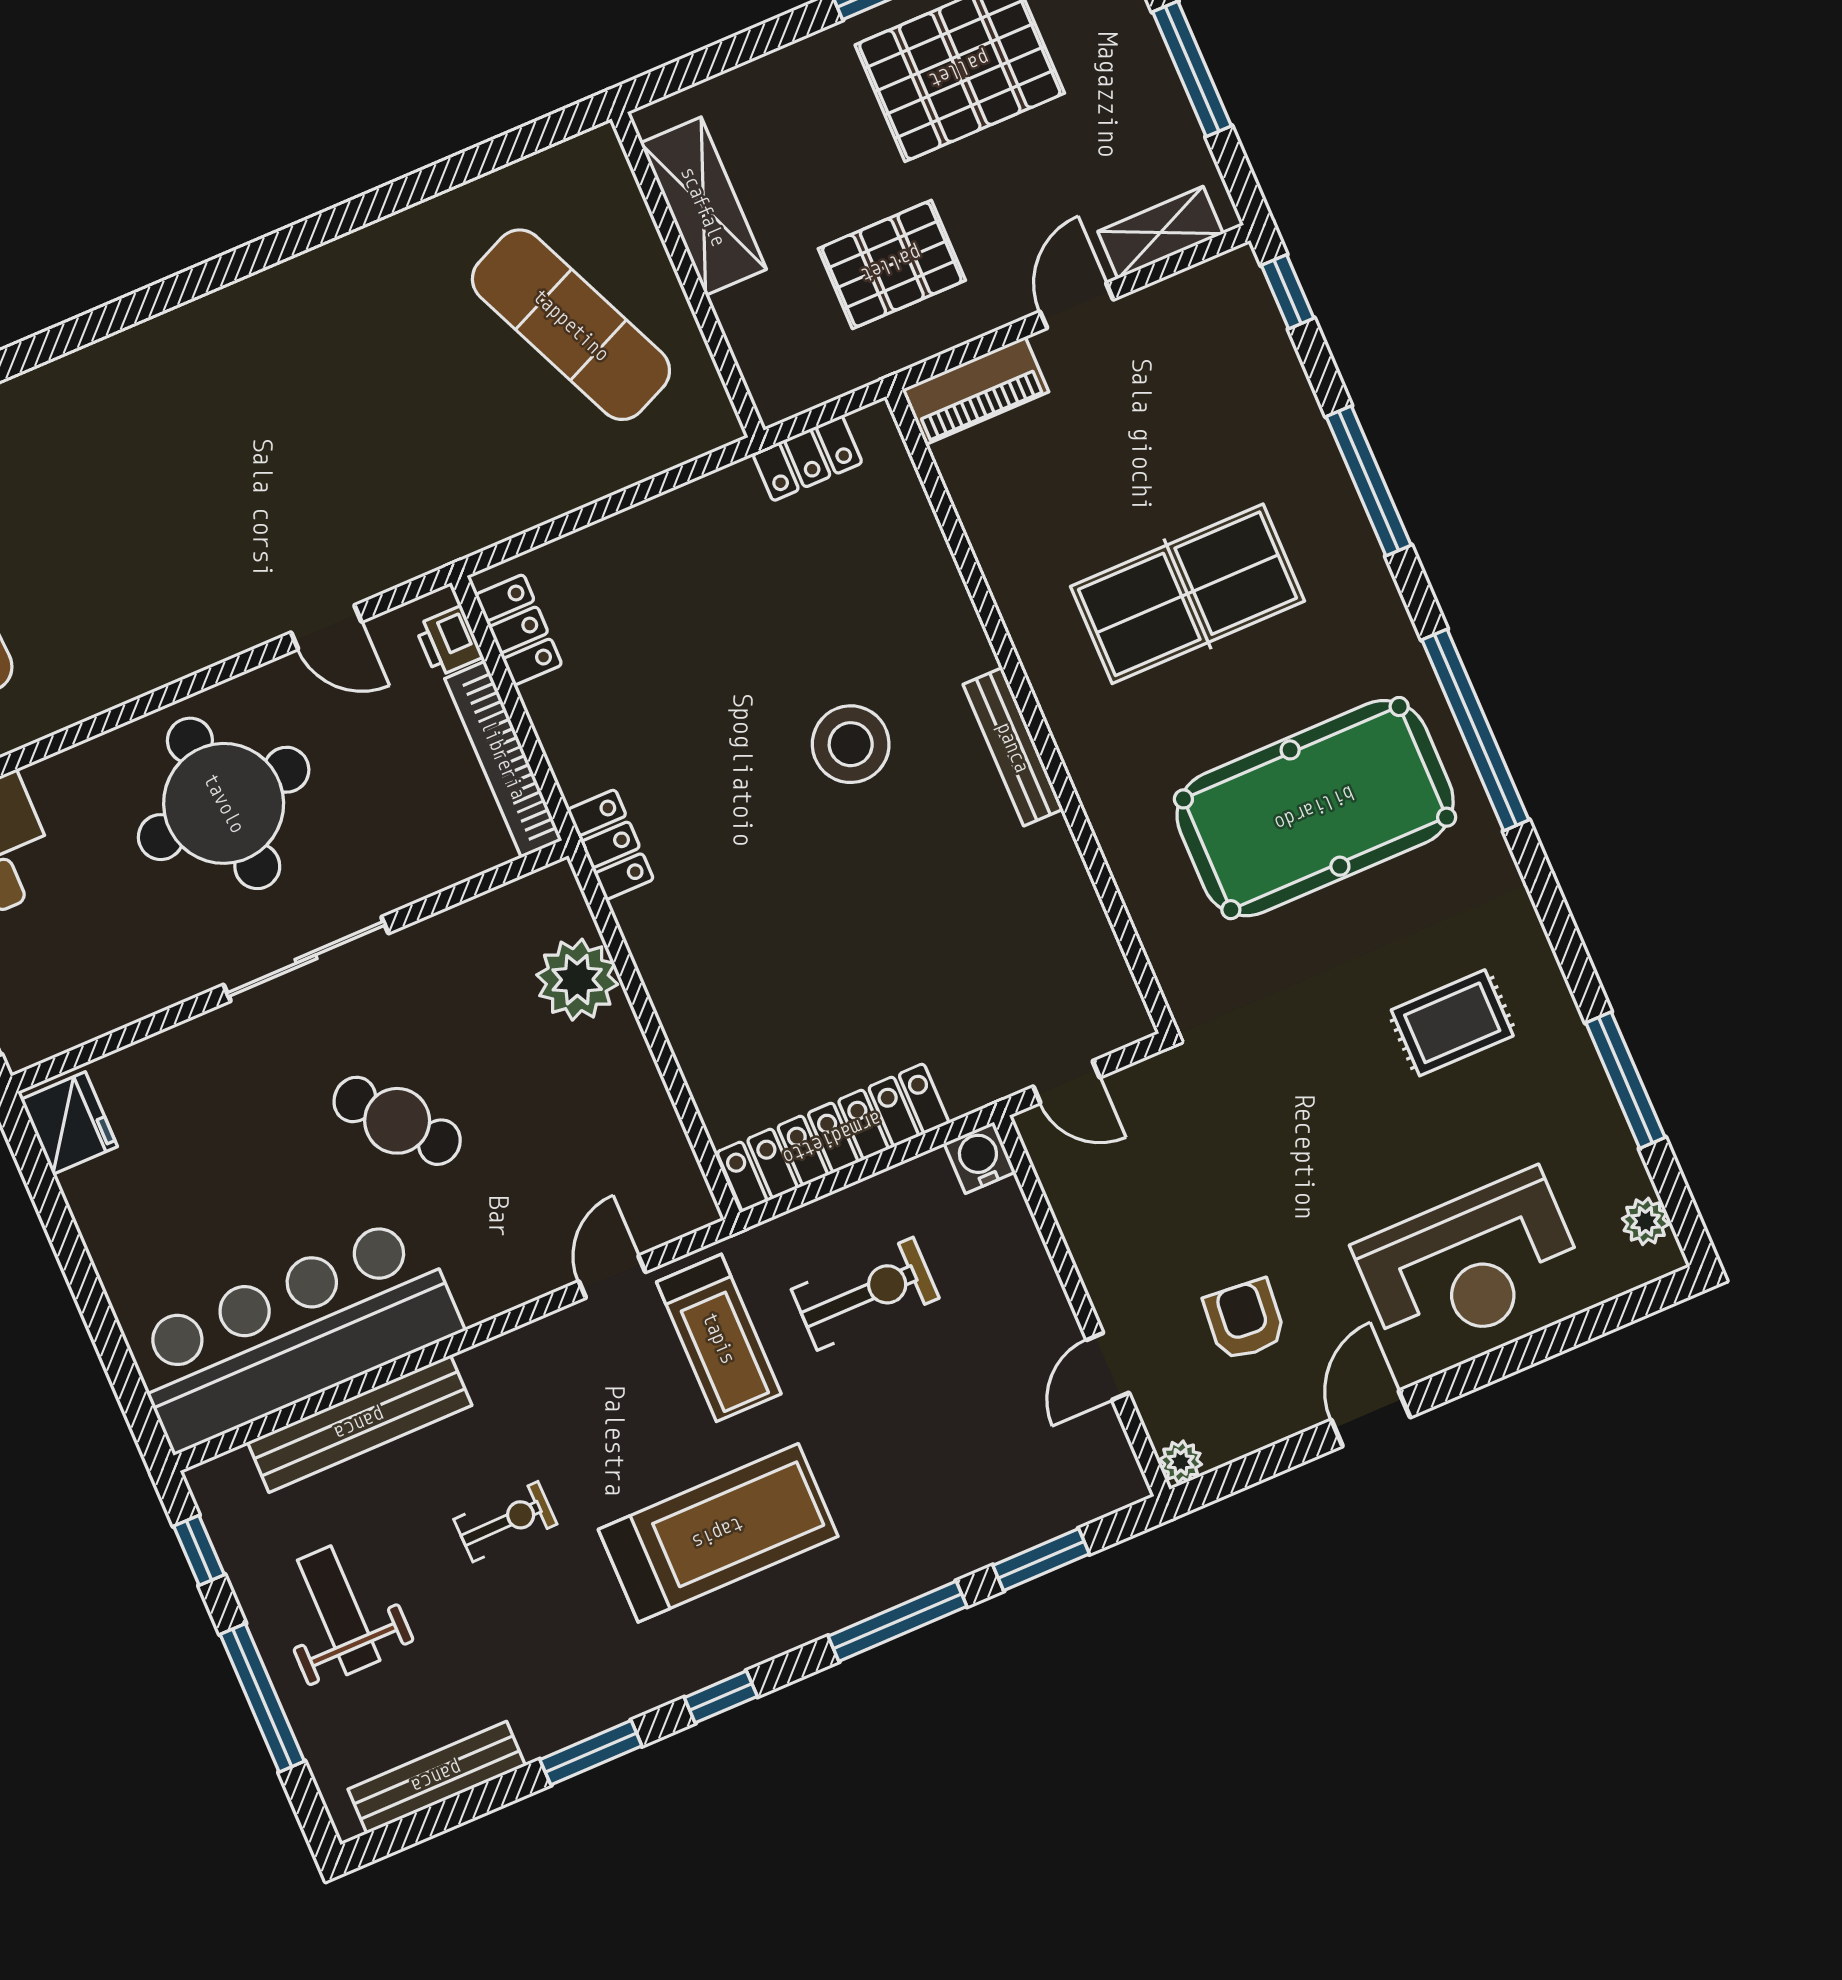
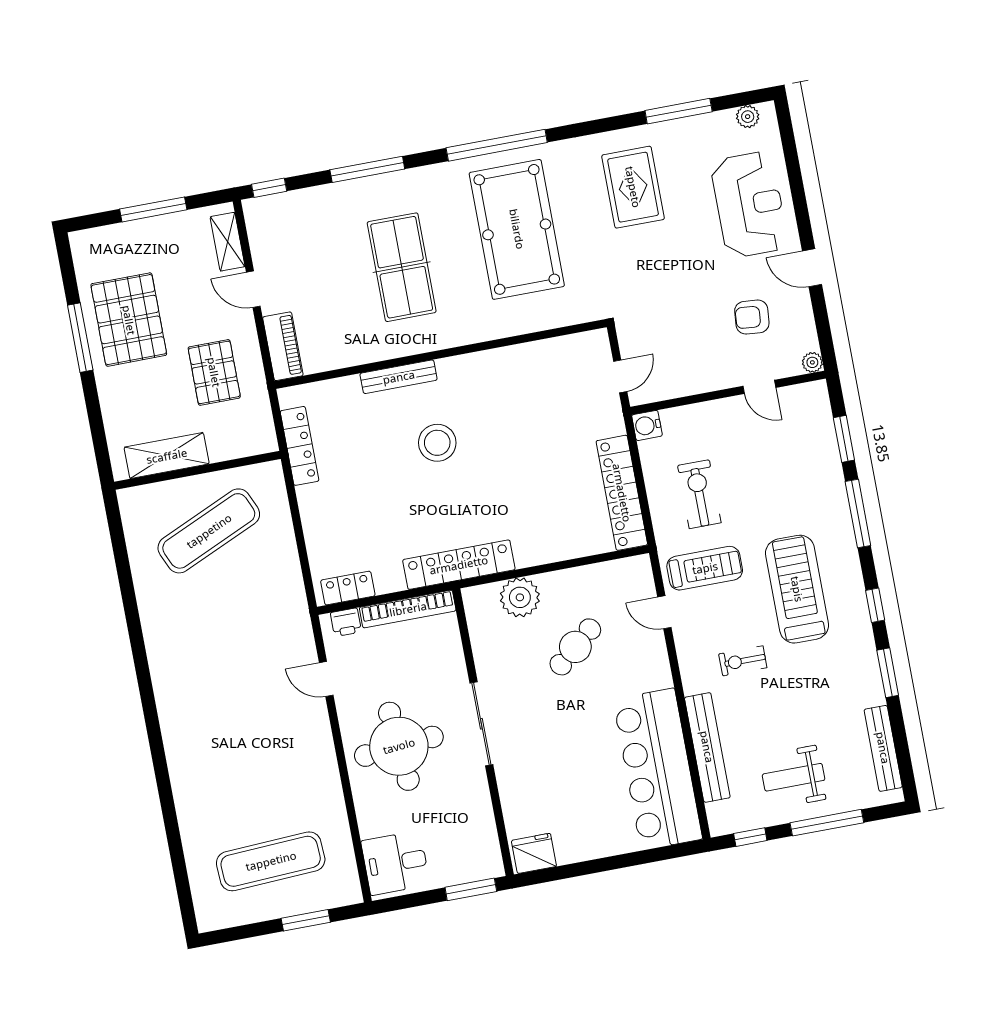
locker: (807, 458) -> (300, 446), width x1.53
door: (326, 627) -> (326, 679), swing flipped
bench: (1013, 747) -> (399, 377), moved
locker: (610, 845) -> (459, 565), width x2.16, depth x1.21
rug: (1452, 1023) -> (633, 187), width x1.36, depth x1.43
cafe table: (397, 1121) -> (575, 647), moved
exercise bike: (505, 1522) -> (743, 661), moved, turned -89

